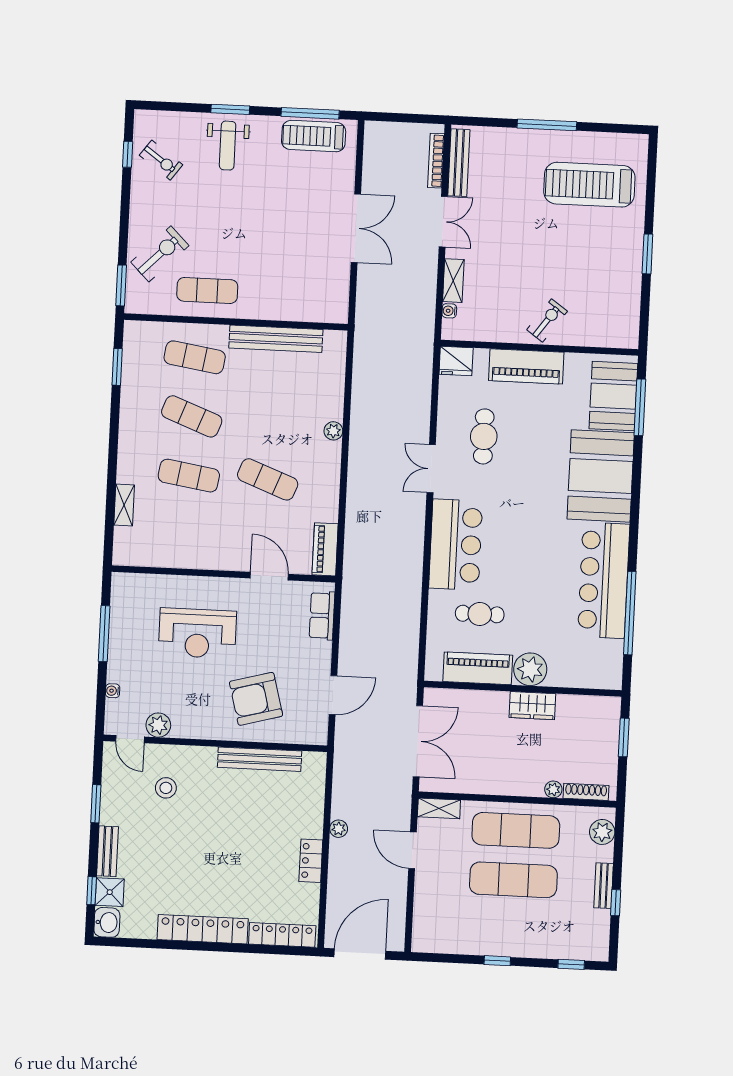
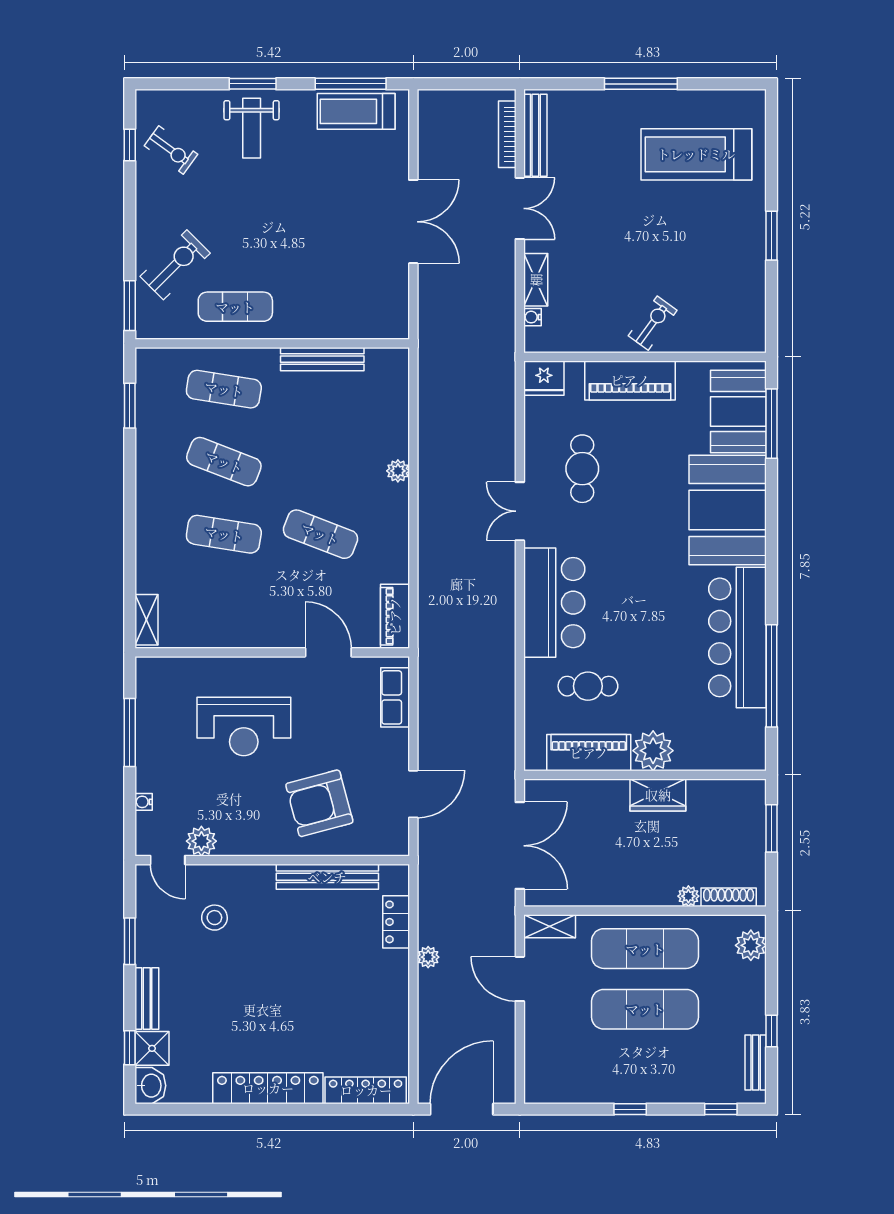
bench: (276, 339) -> (322, 359), width x0.73, depth x0.82
shelving: (124, 505) -> (146, 620), moved
locker: (311, 861) -> (396, 922), moved
bench: (604, 886) -> (756, 1062), moved

